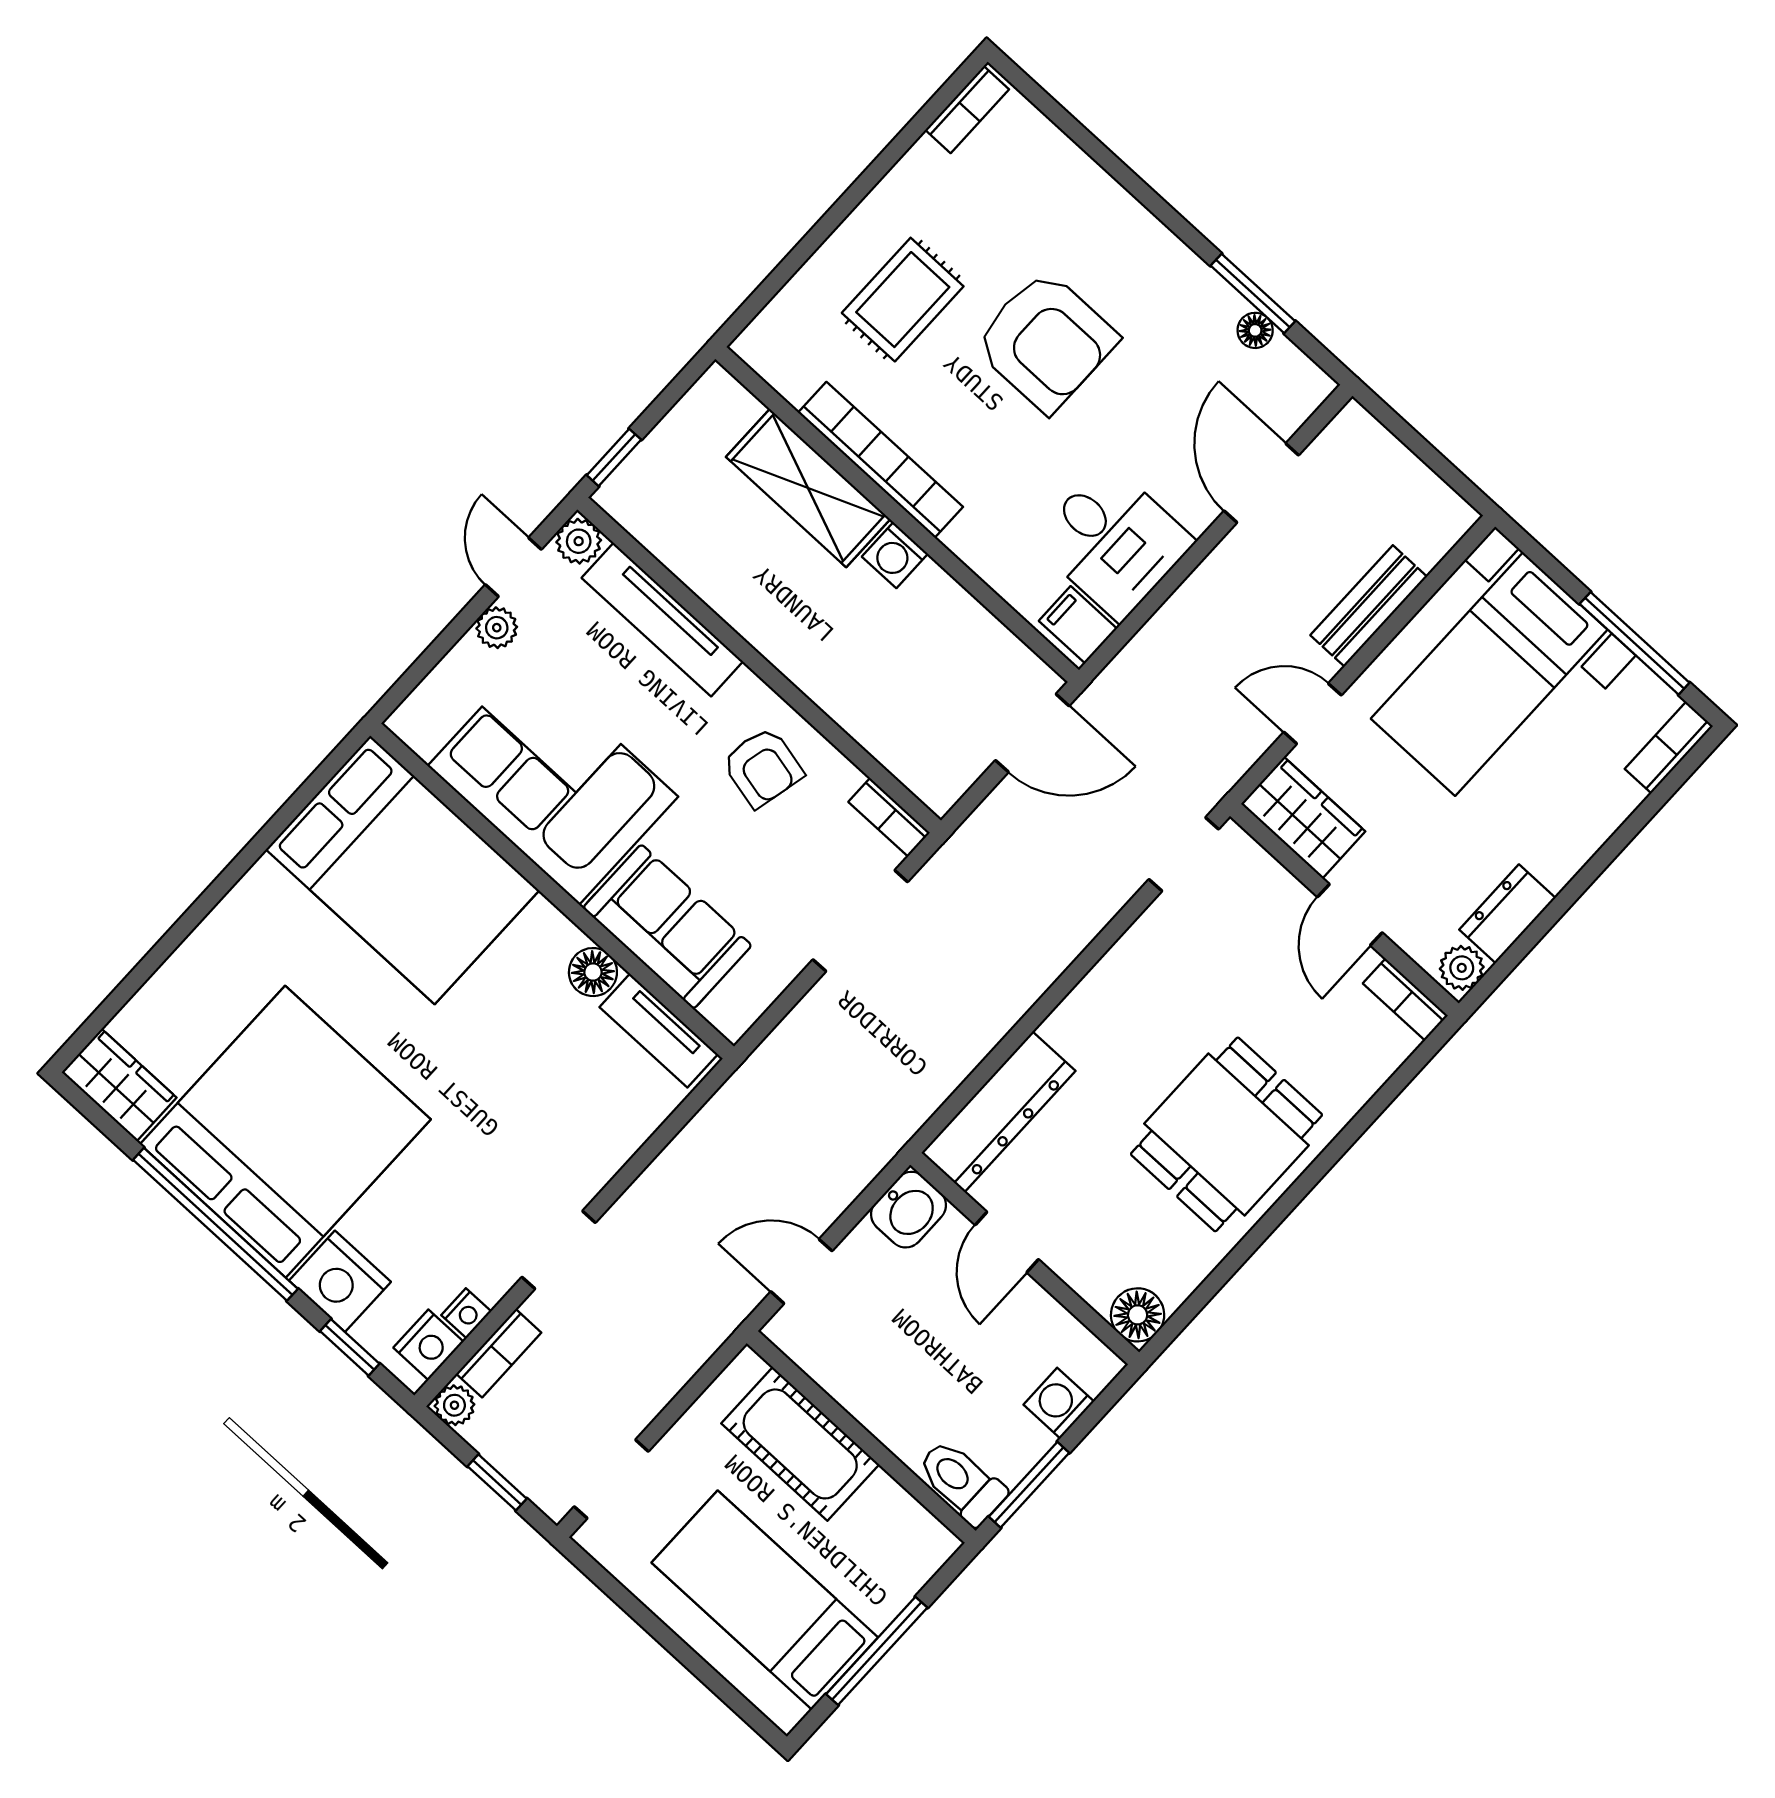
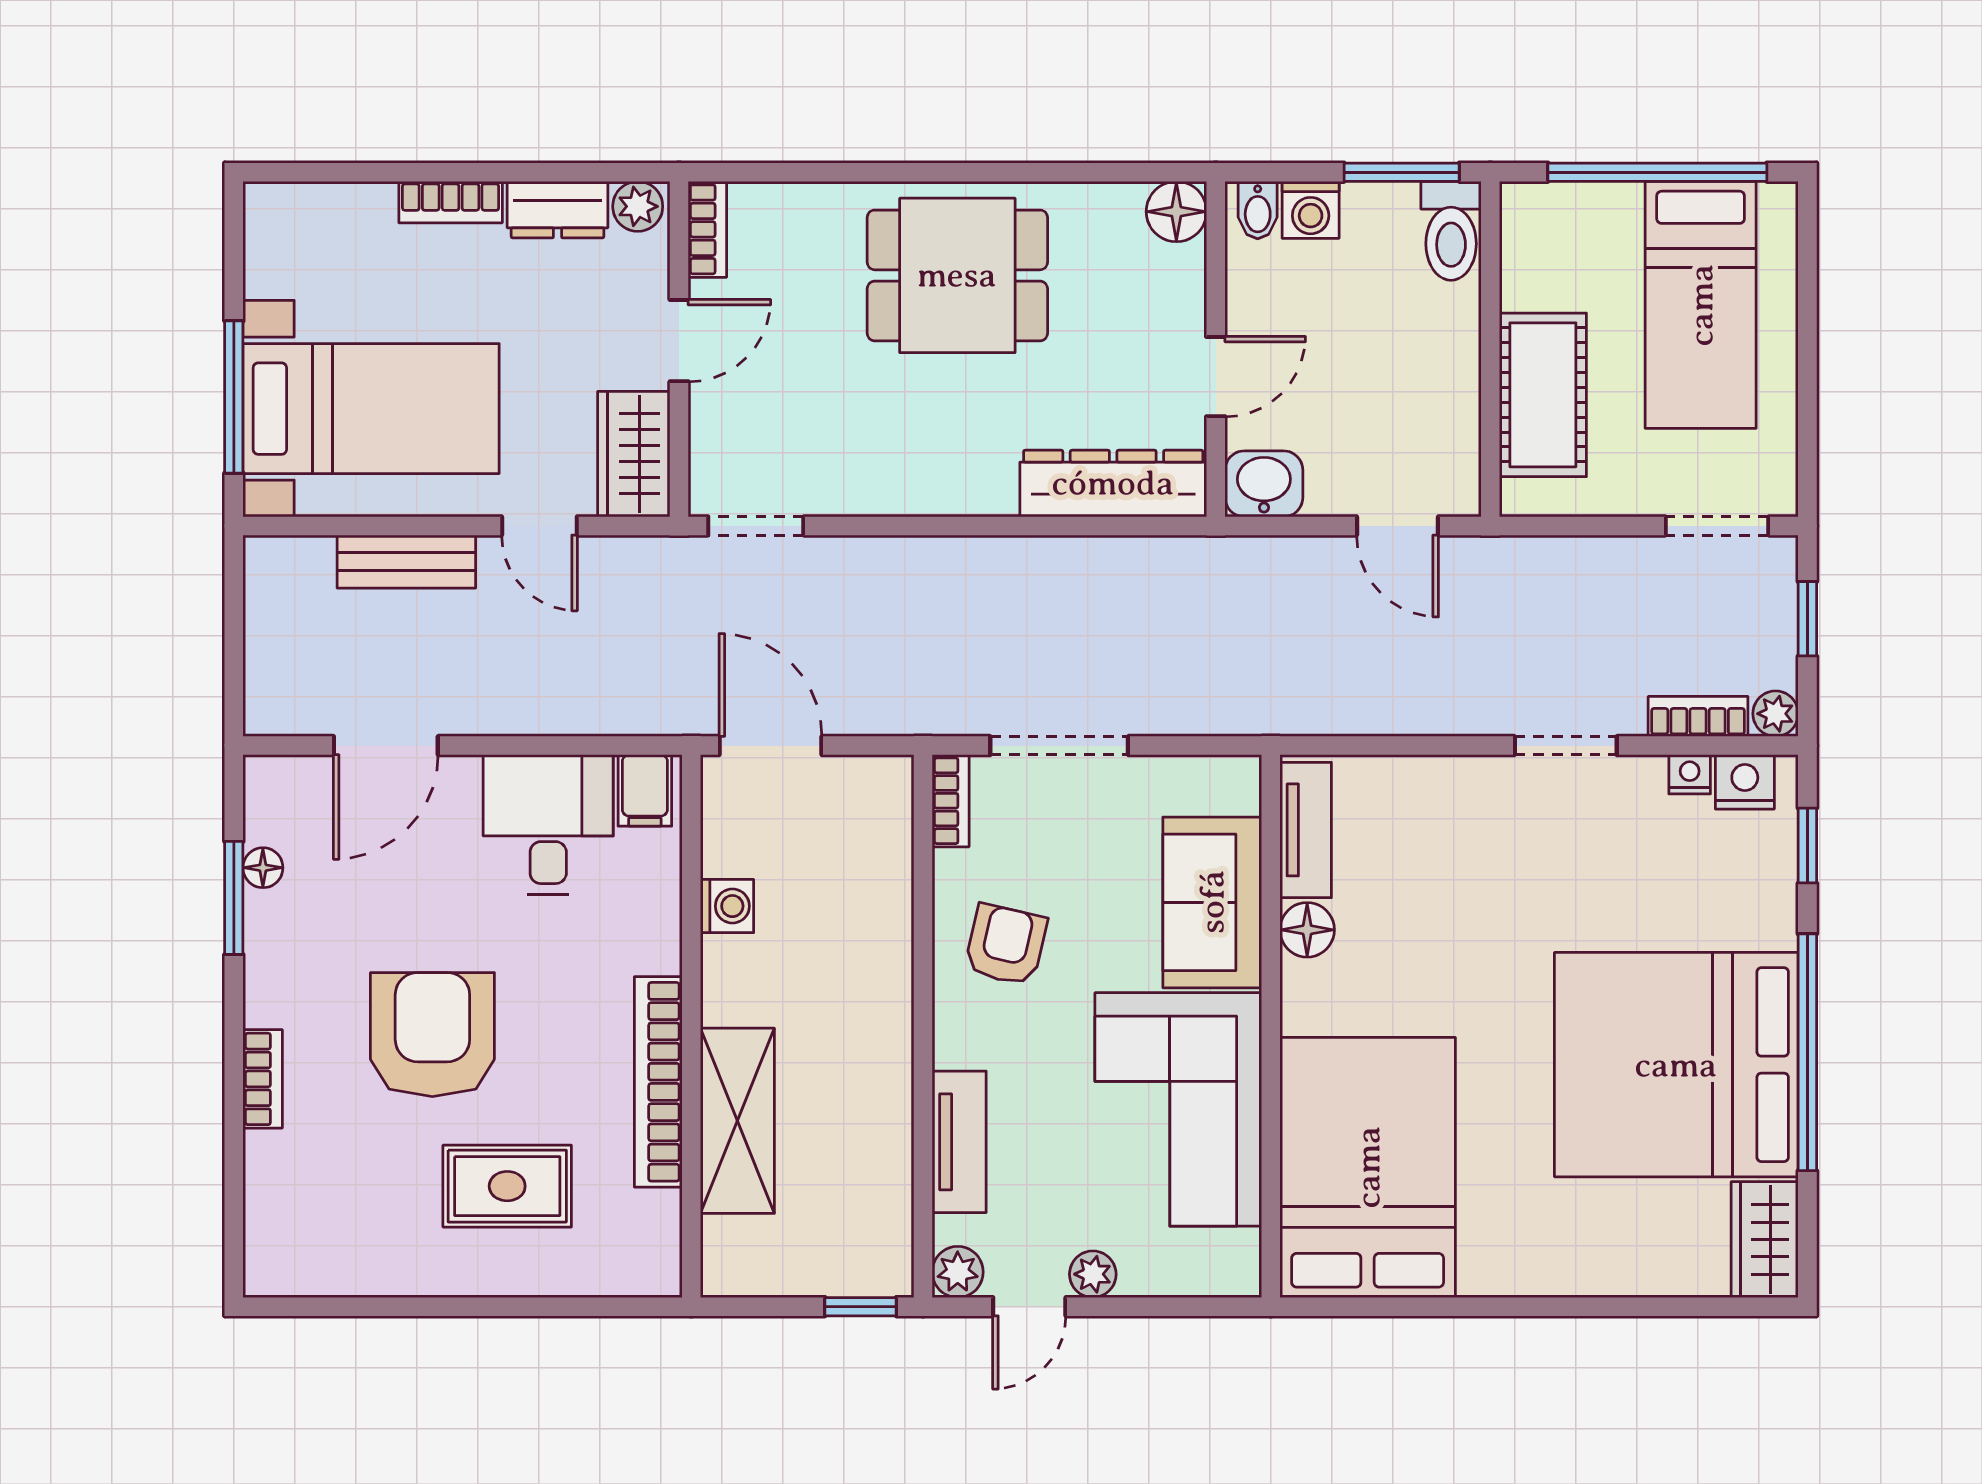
bookcase: (967, 110) -> (263, 1079), moved, turned 90
washing machine: (895, 555) -> (727, 906), moved
tv unit: (662, 620) -> (959, 1142), width x0.71
window: (1635, 643) -> (234, 397), moved
bookcase: (1669, 747) -> (451, 202), moved
nightstand: (340, 1281) -> (1760, 904), removed
bidet: (1090, 1369) -> (1258, 210), added
window: (877, 1651) -> (1657, 172), width x1.46

